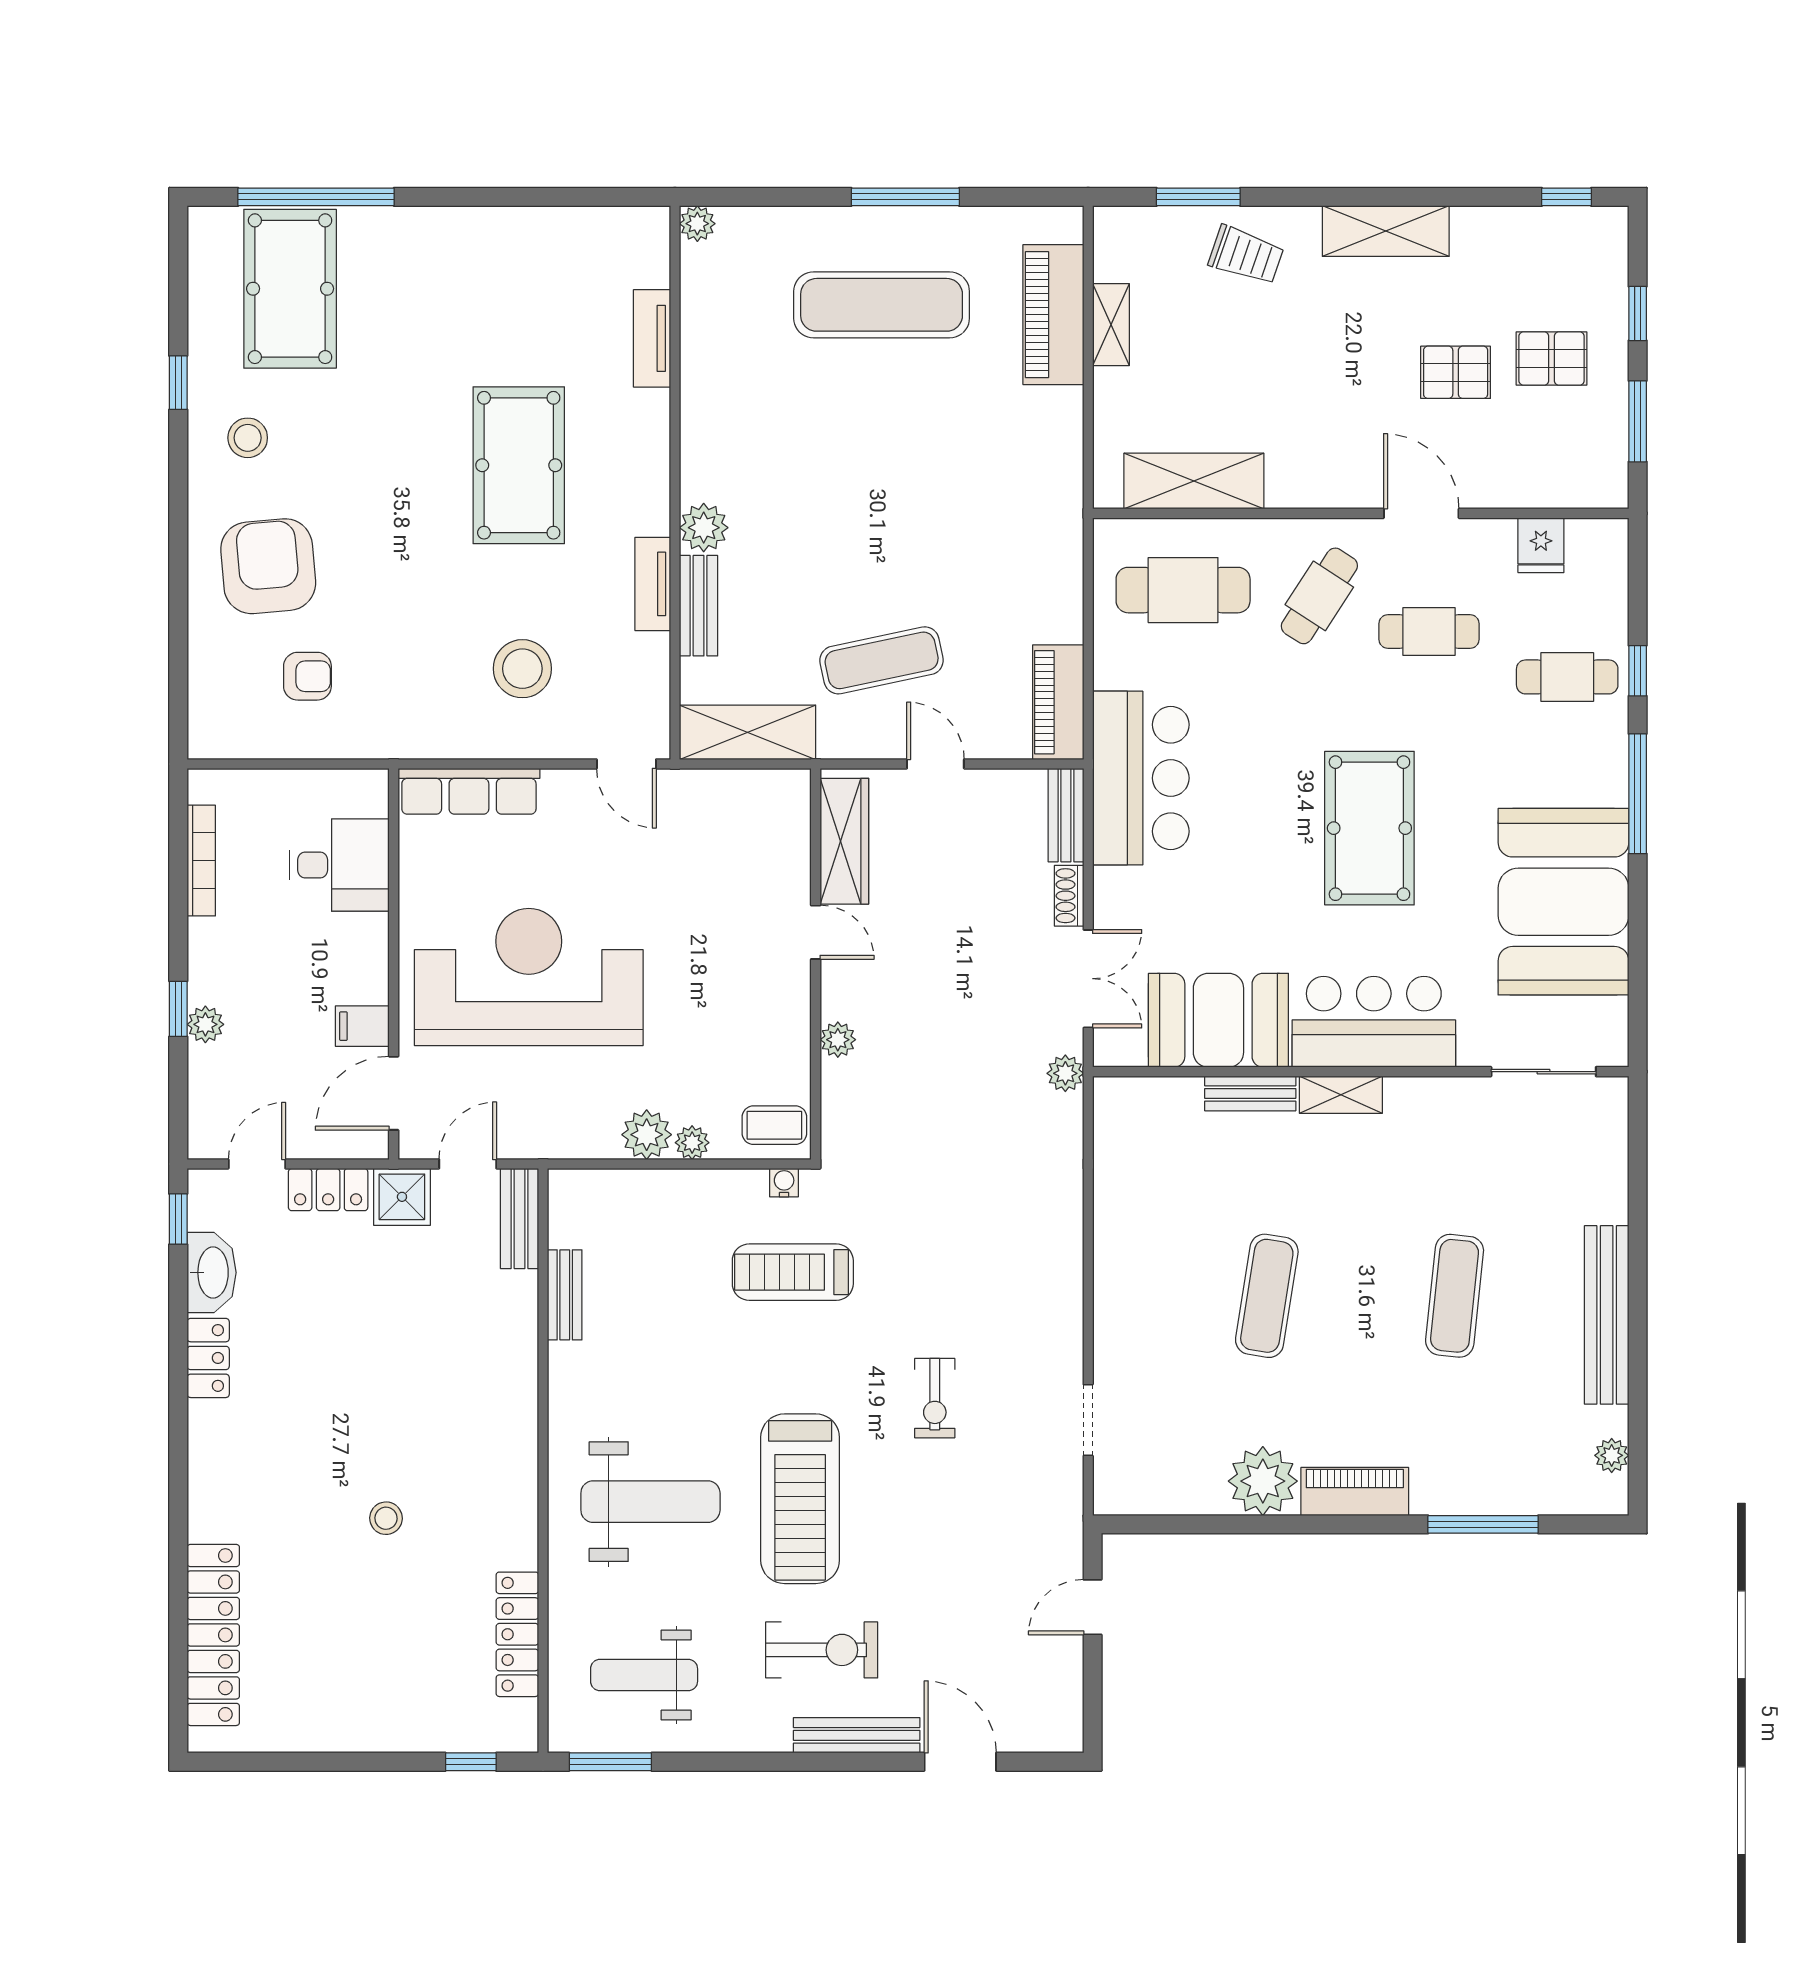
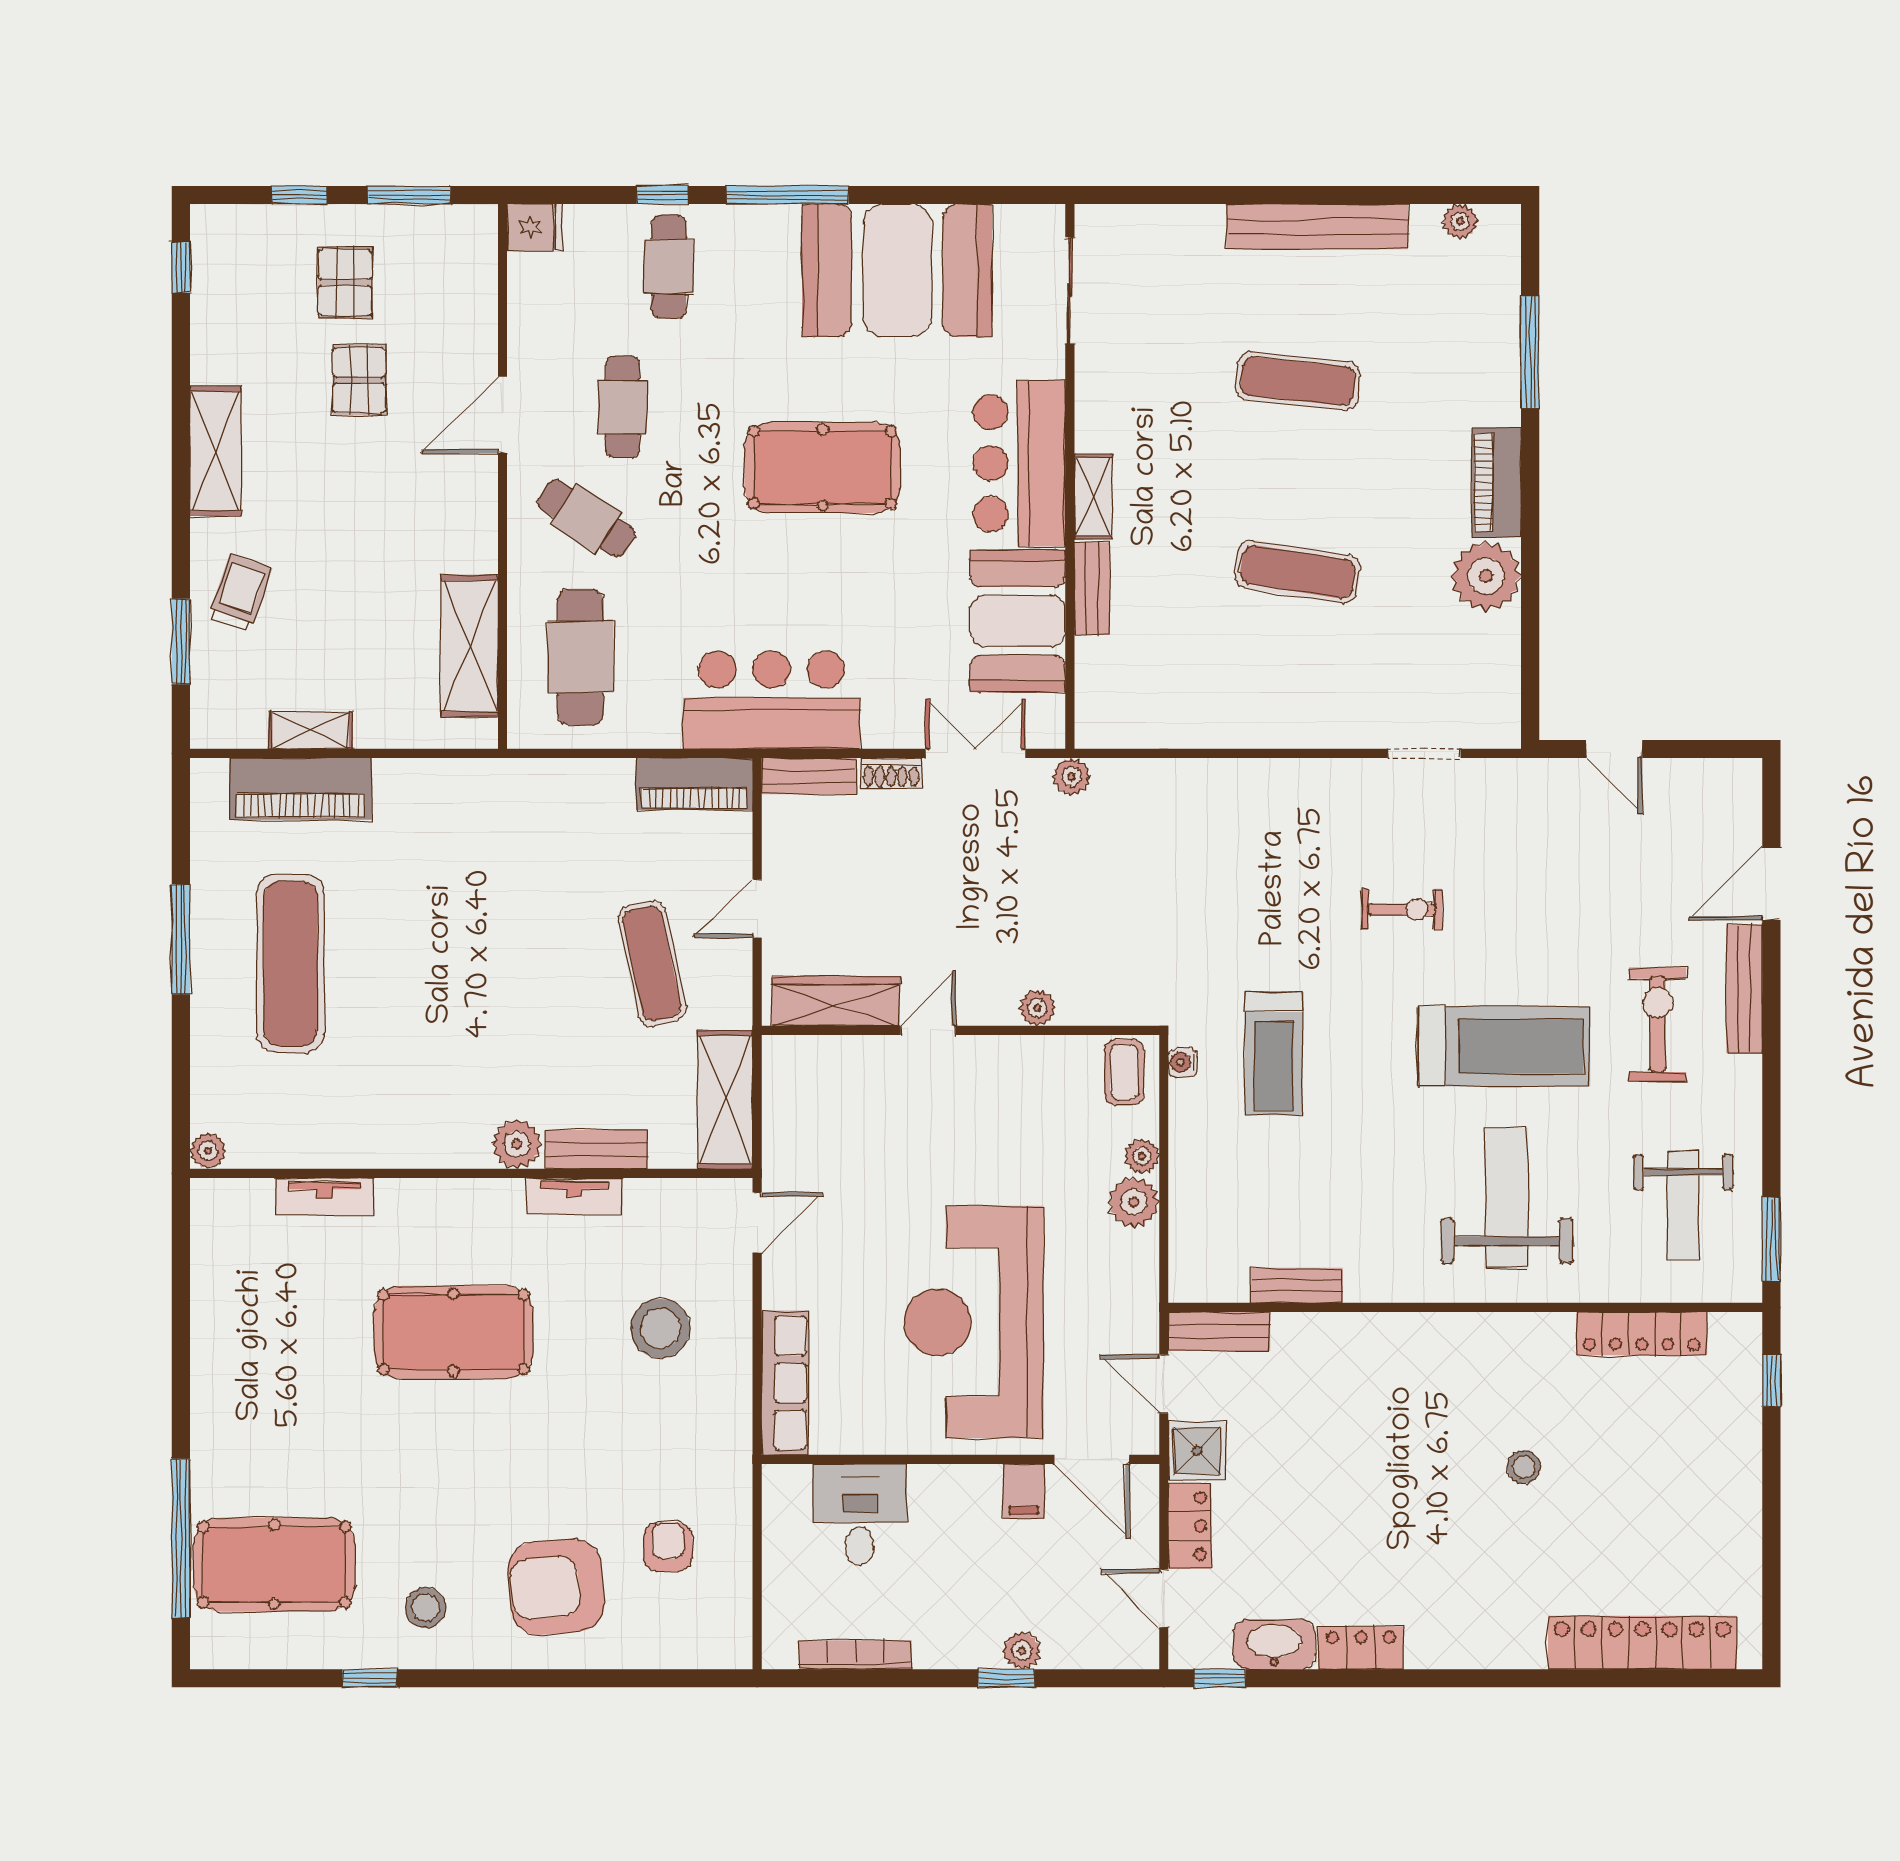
fridge: (1541, 545) -> (535, 227), moved

